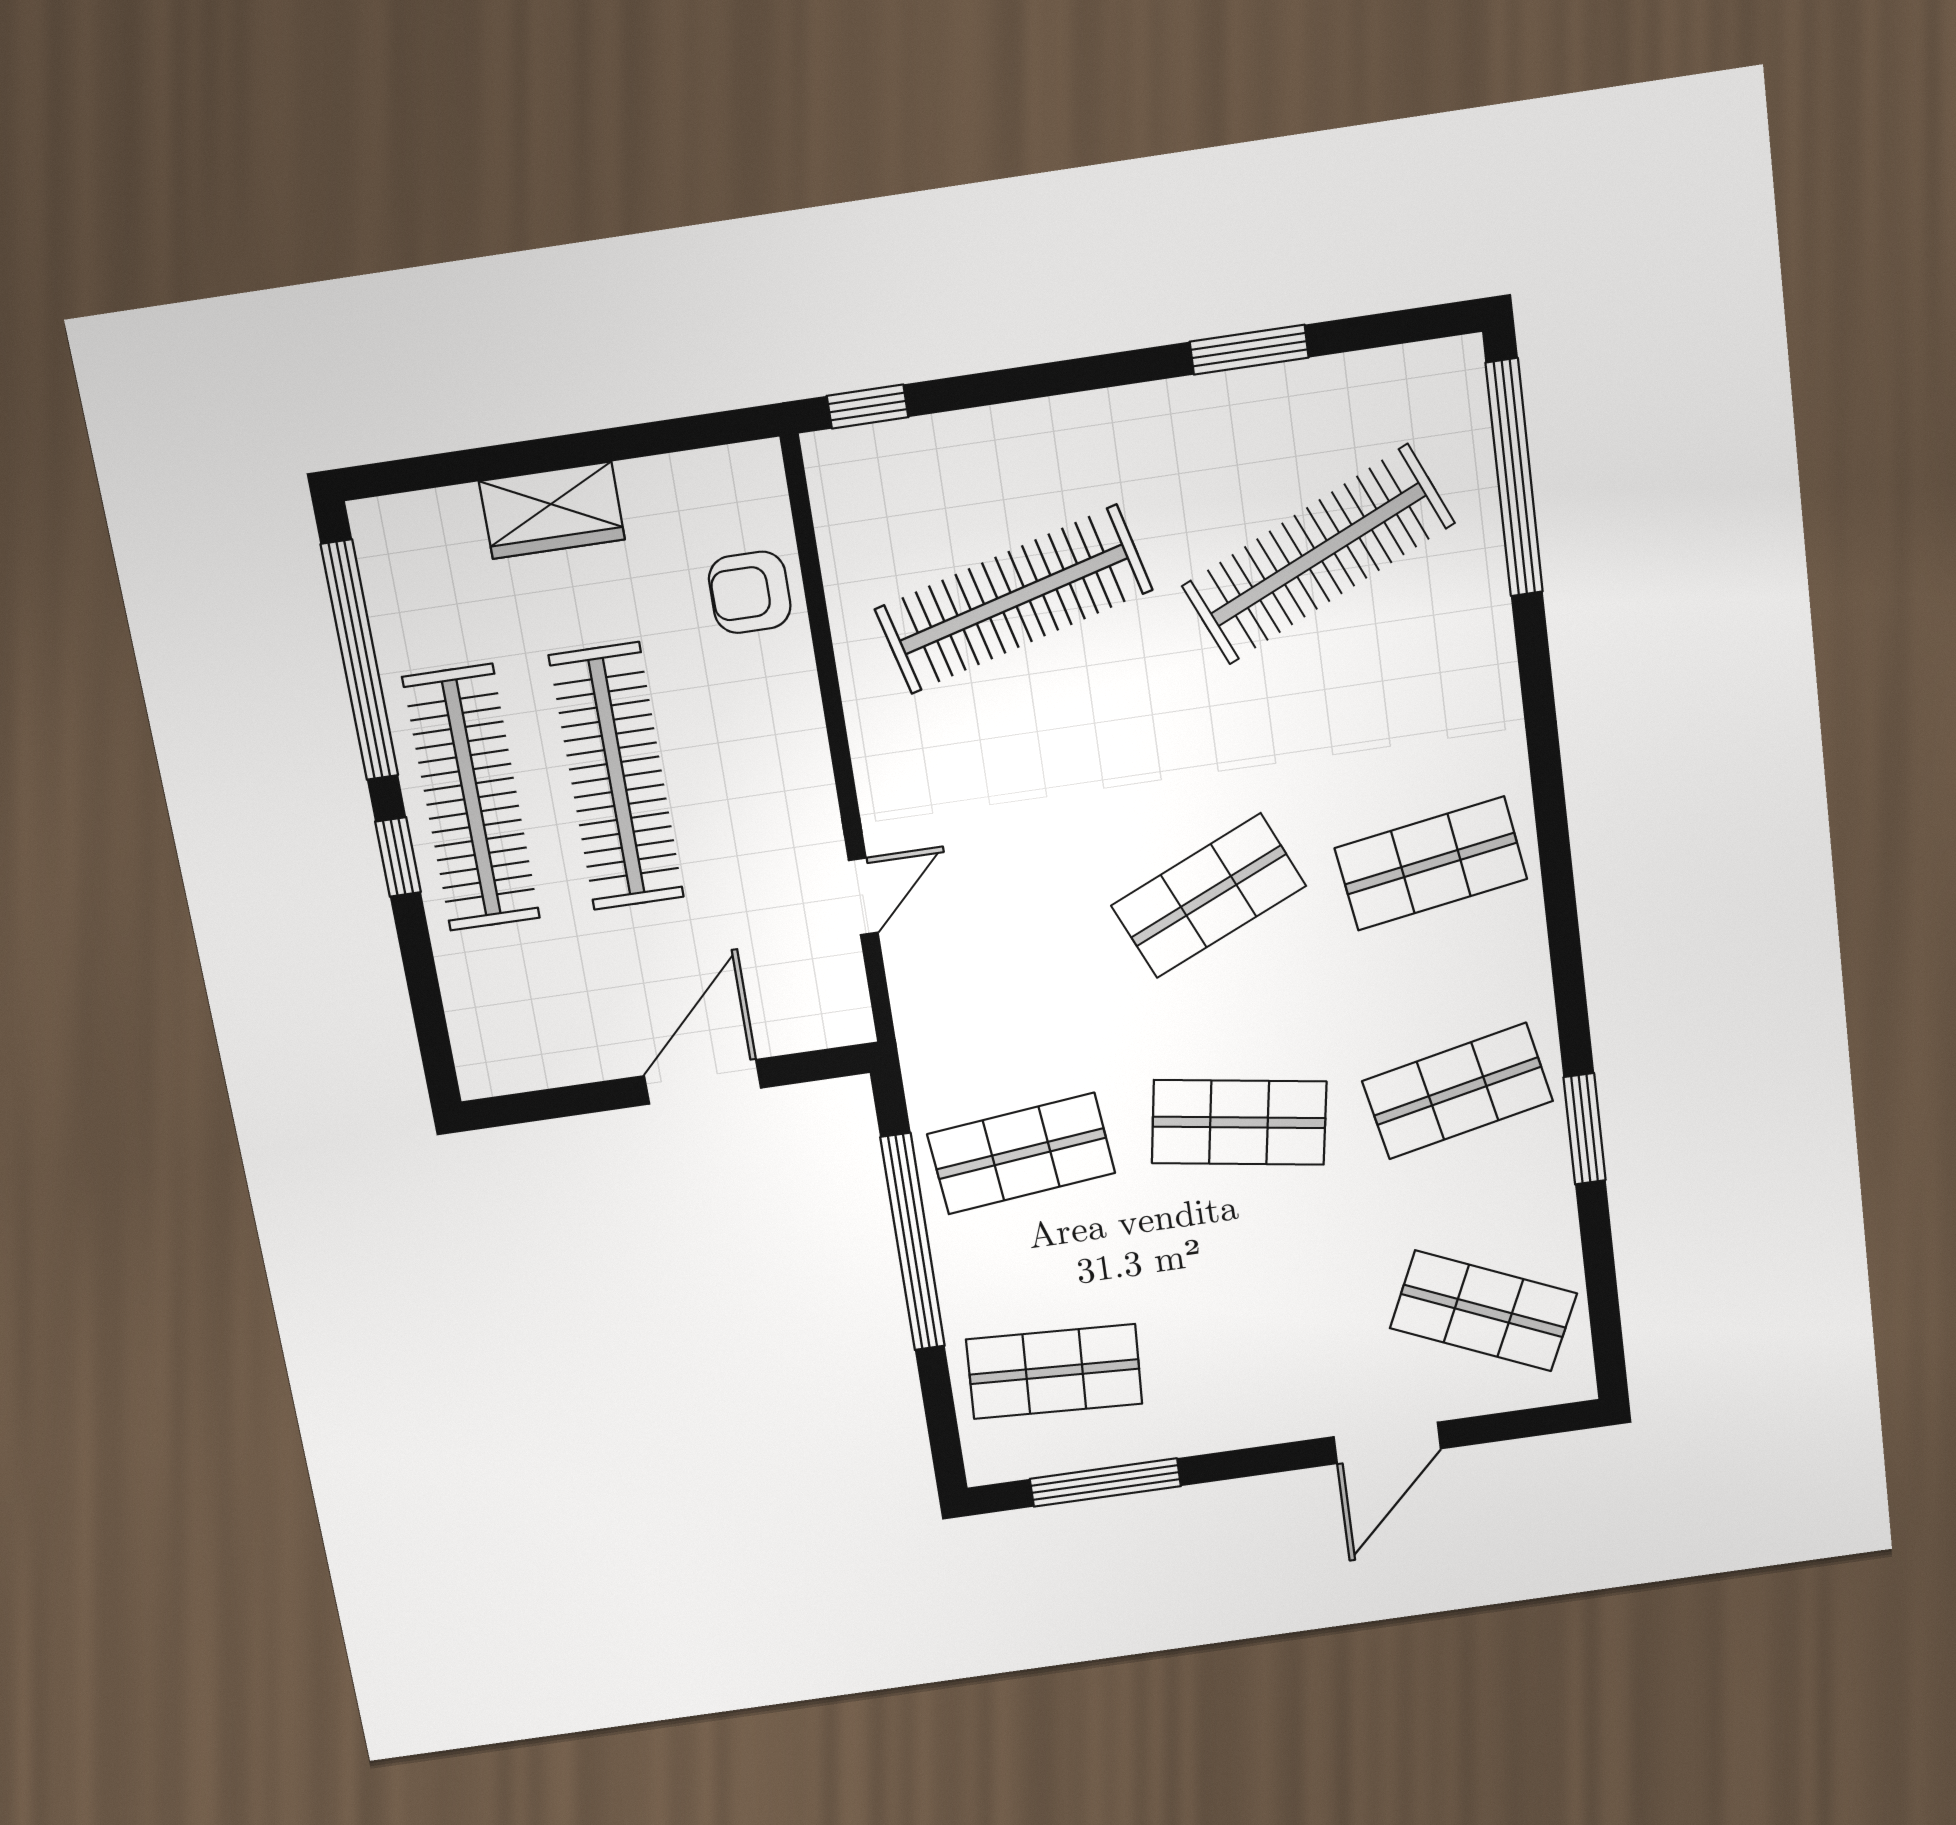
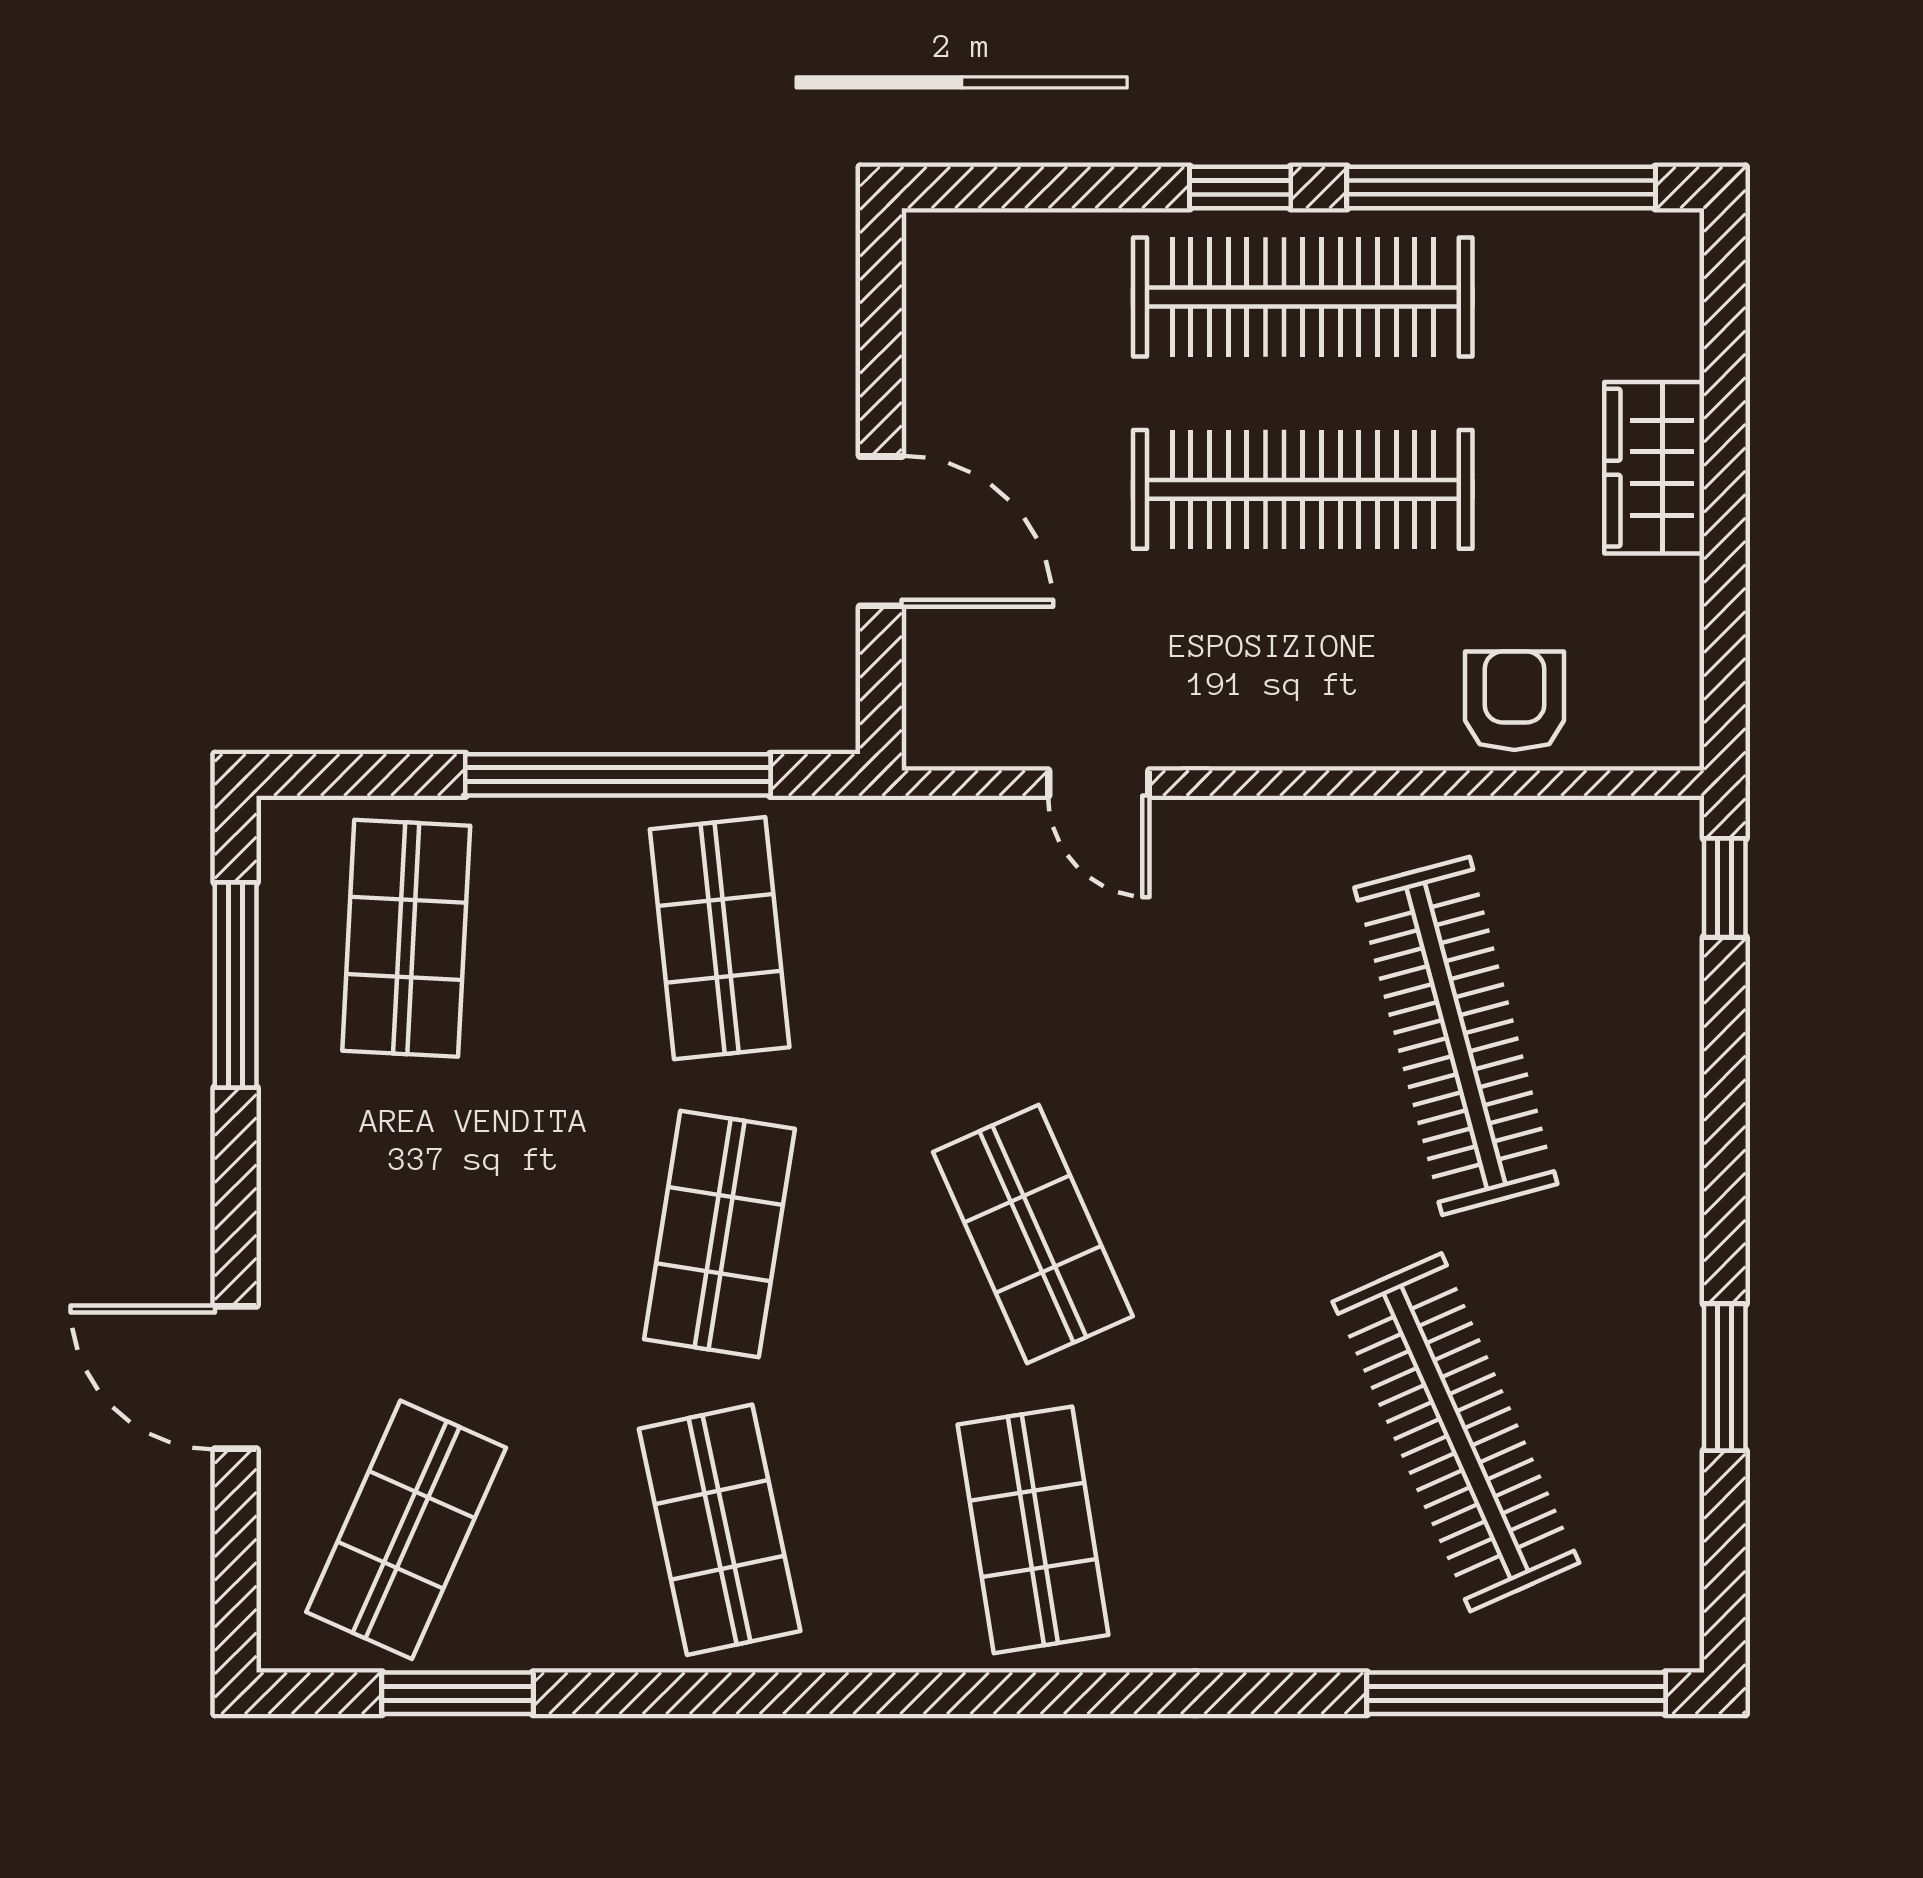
window: (1585, 1129) -> (458, 1693), moved

